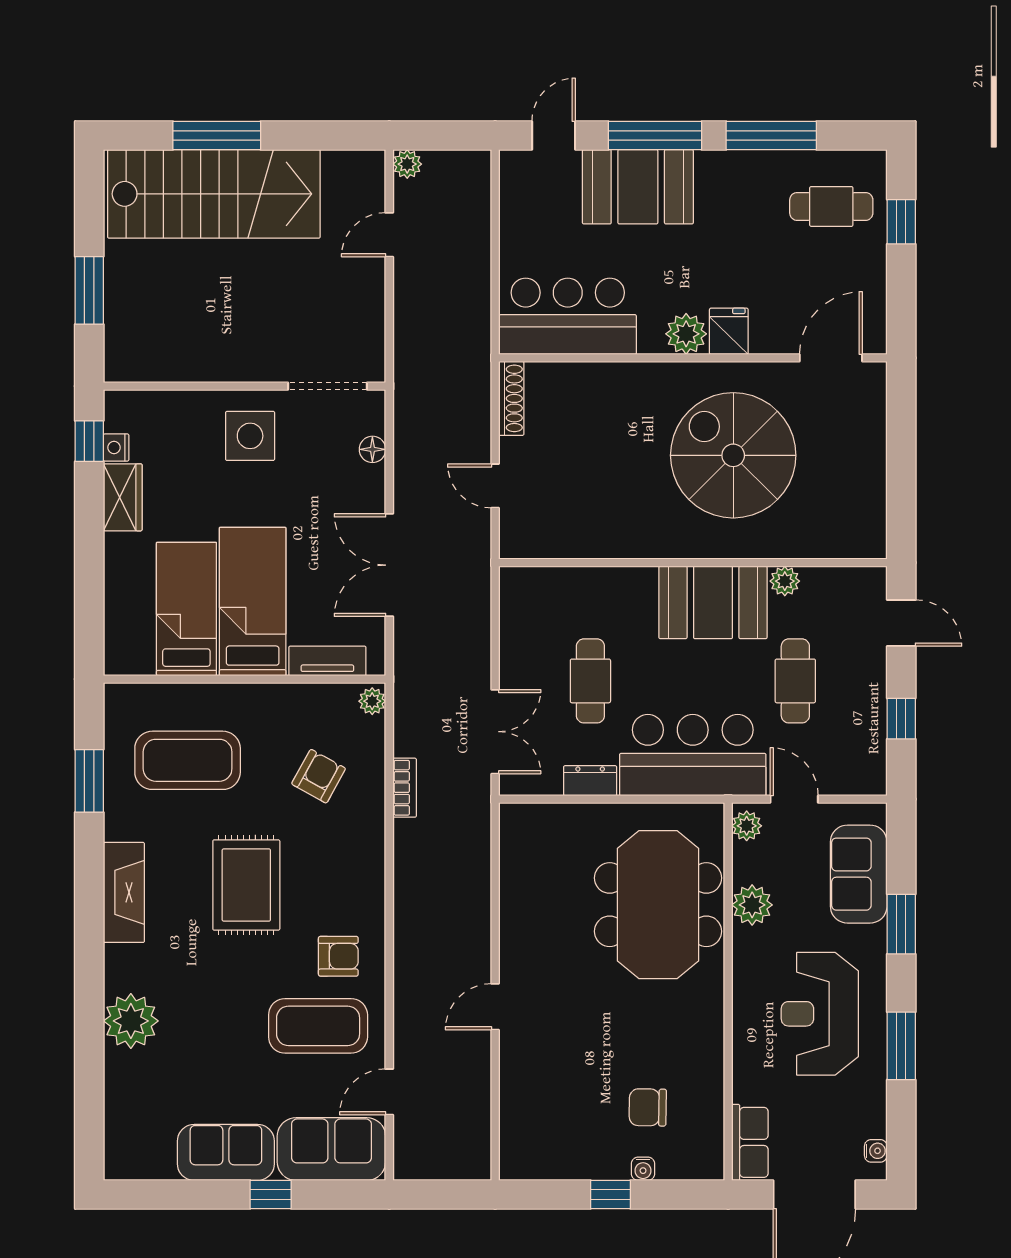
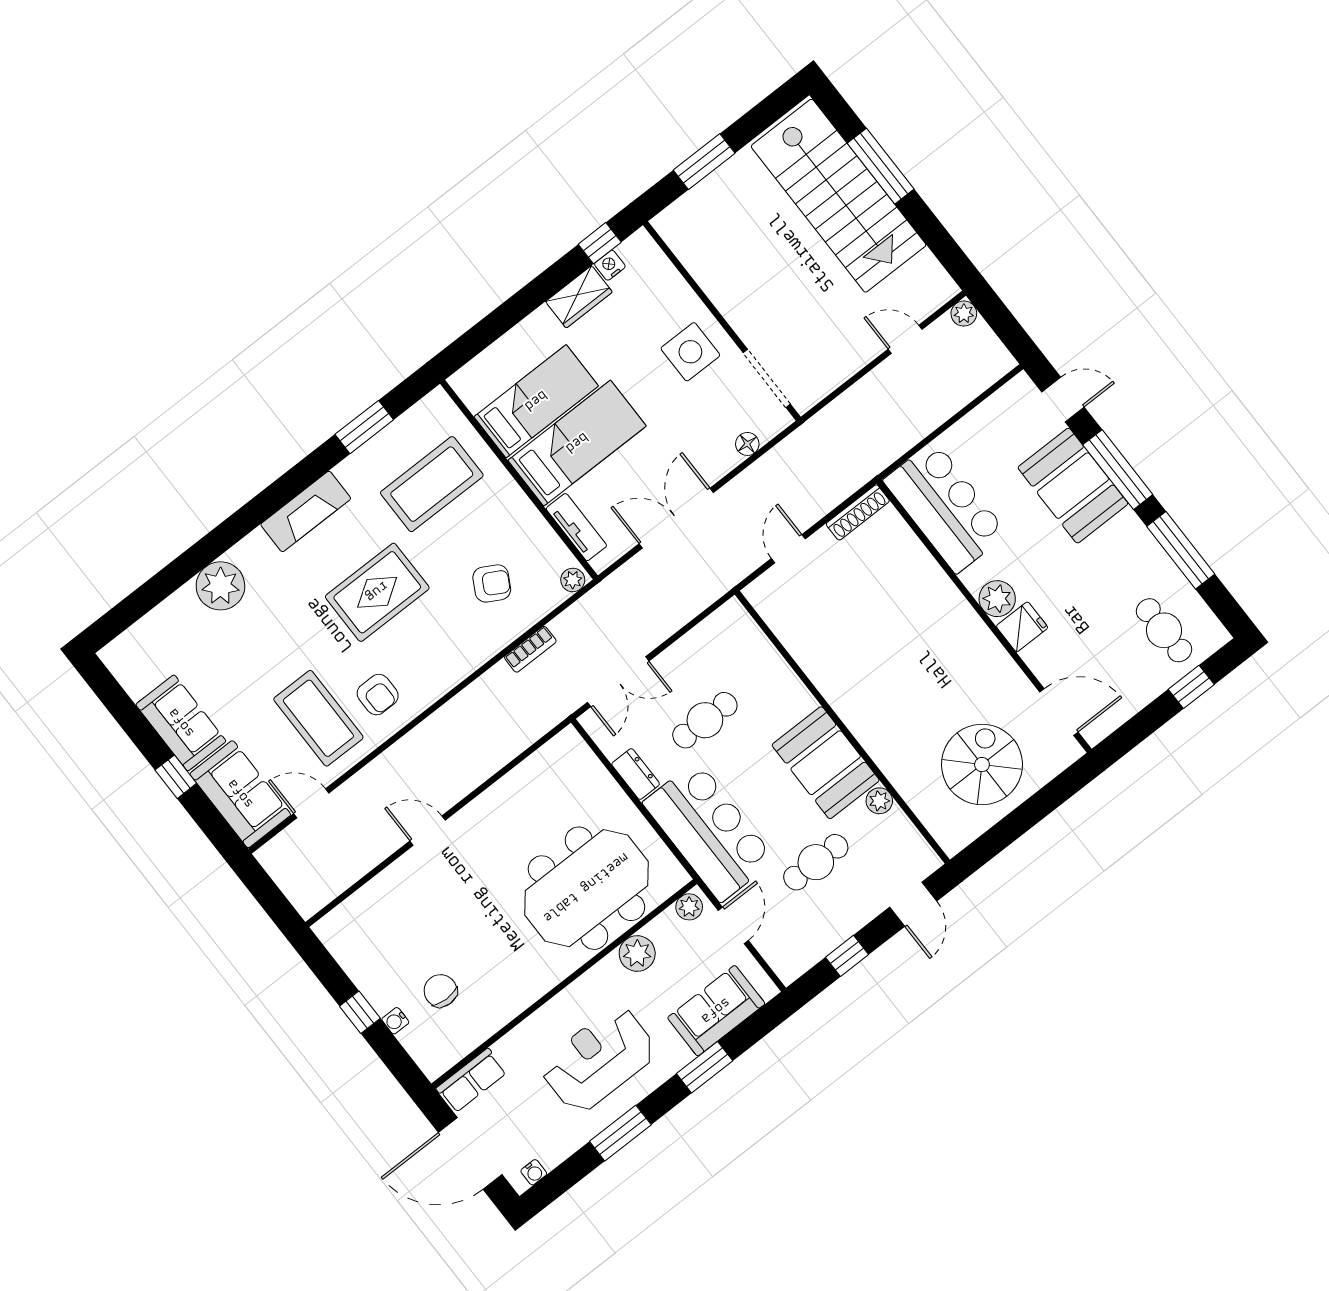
spiral stairs: (733, 455) -> (982, 765), moved, width x0.73, depth x0.73
coffee table: (188, 760) -> (432, 484), turned 90

